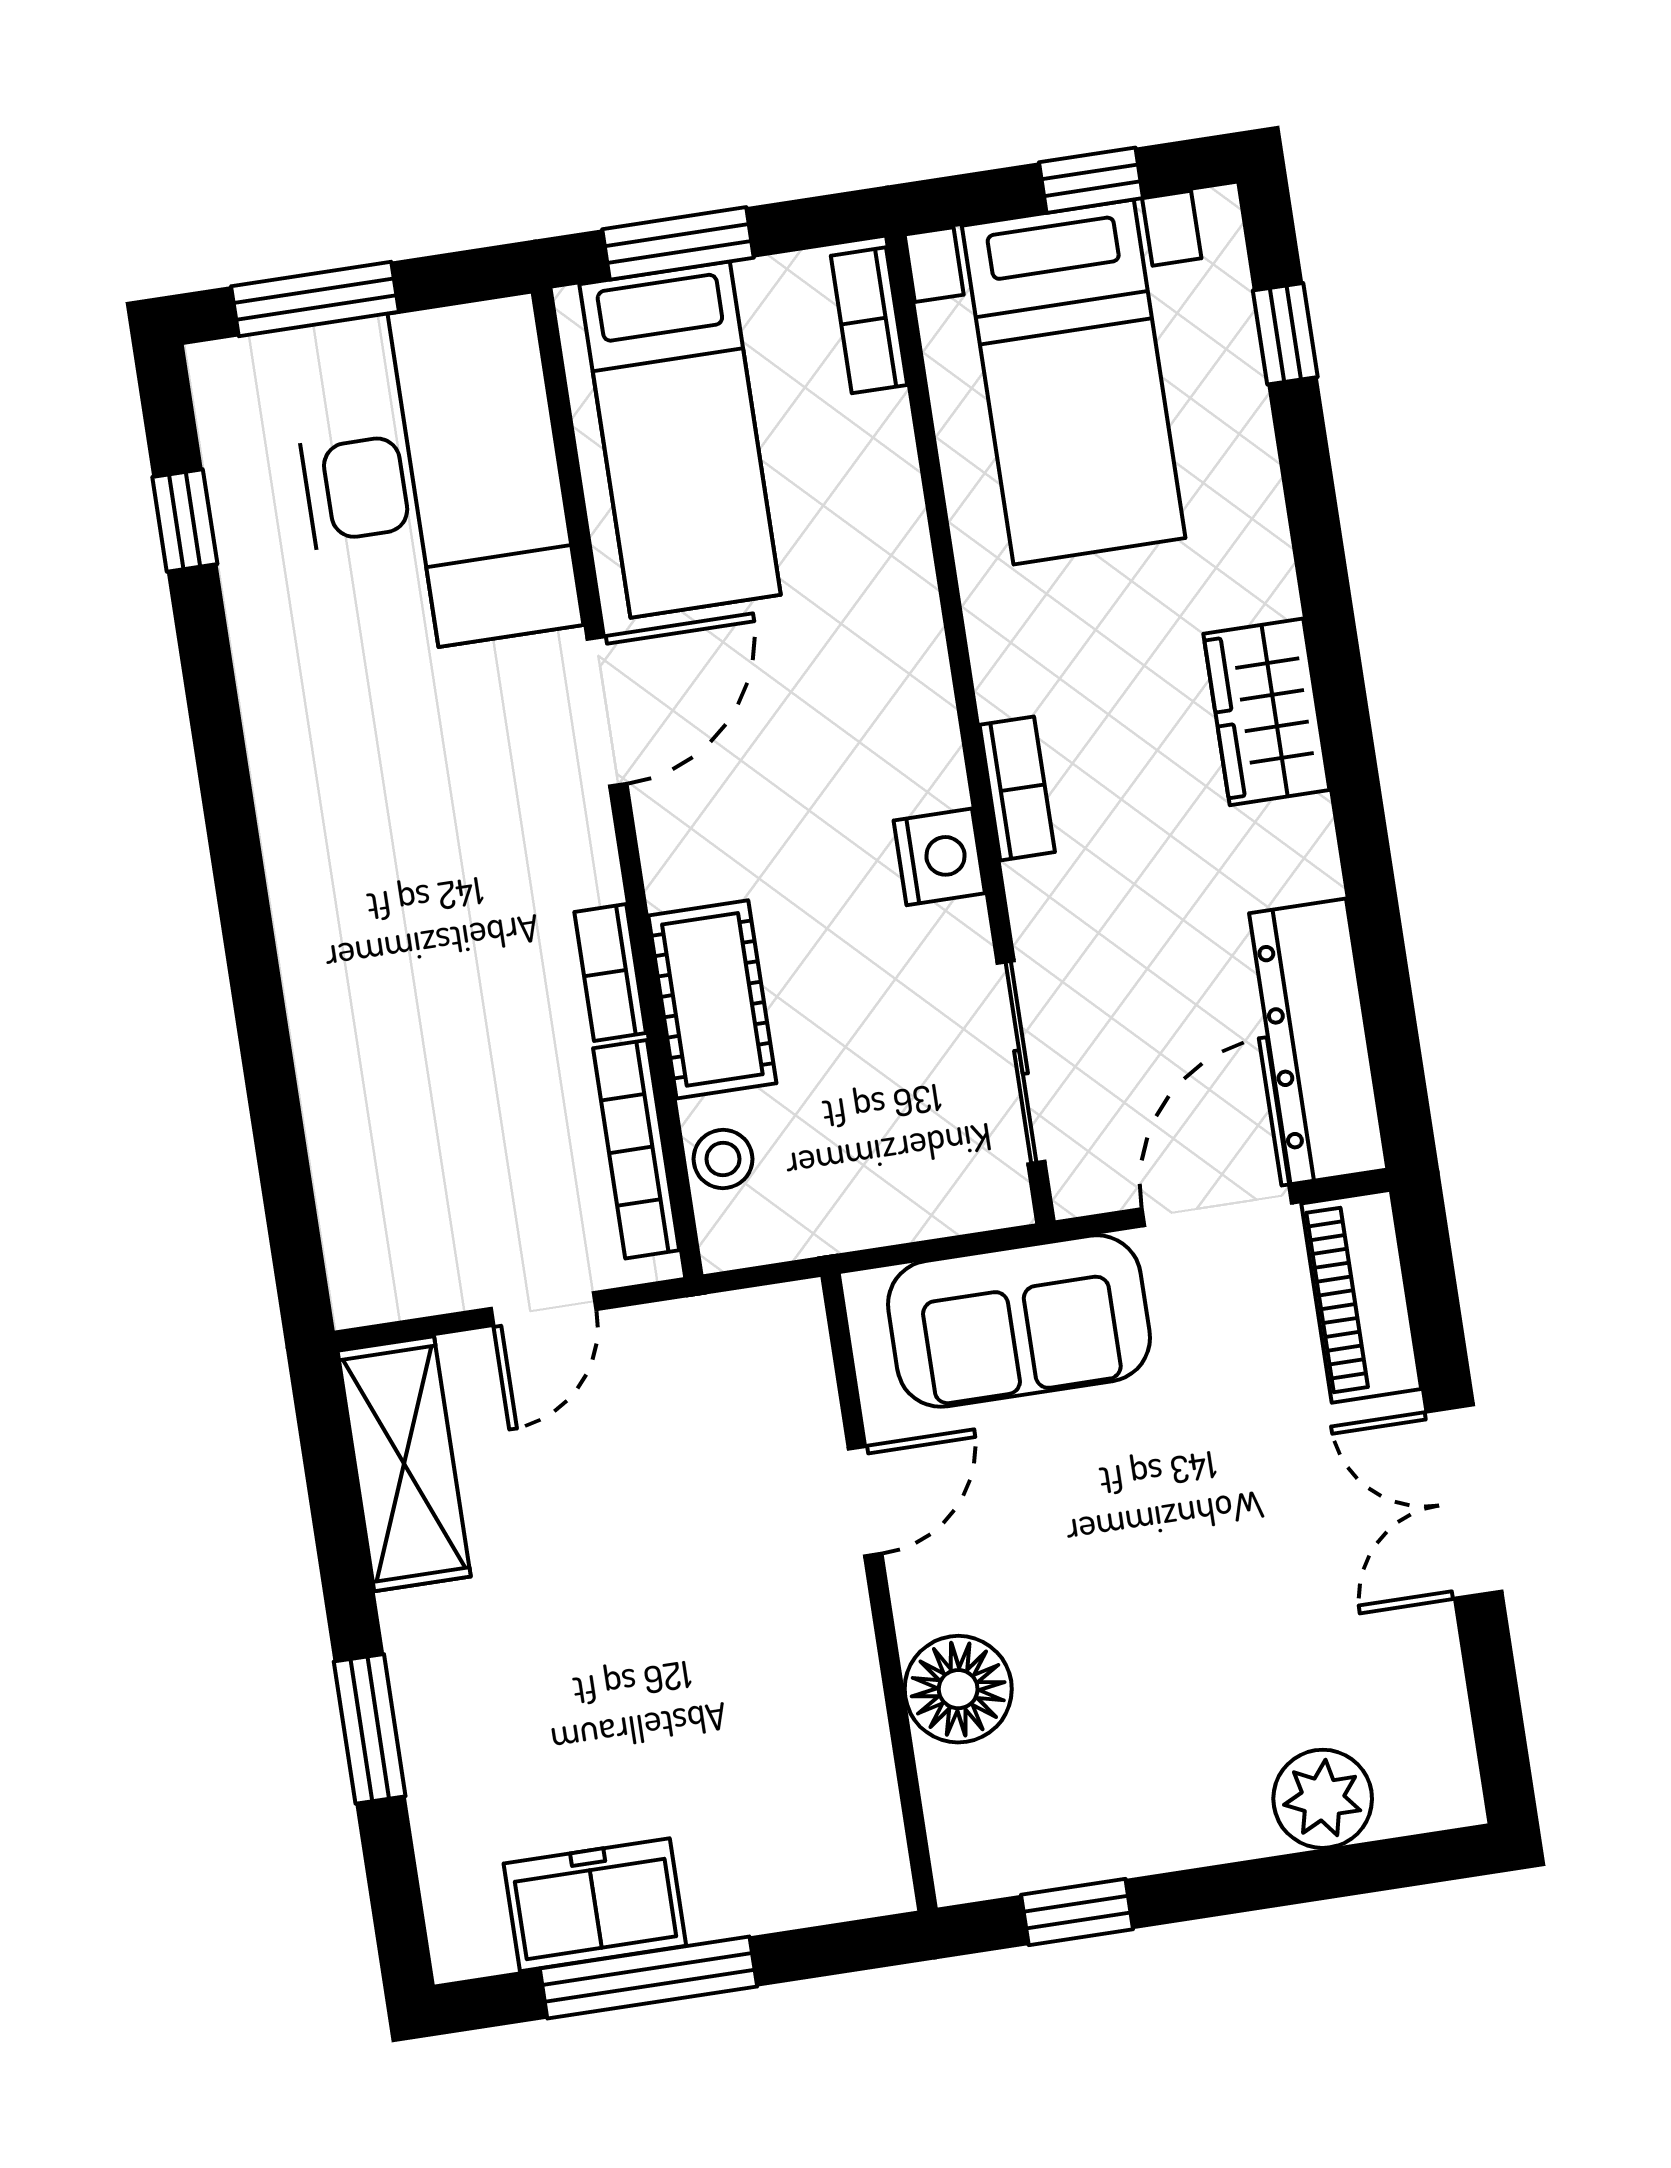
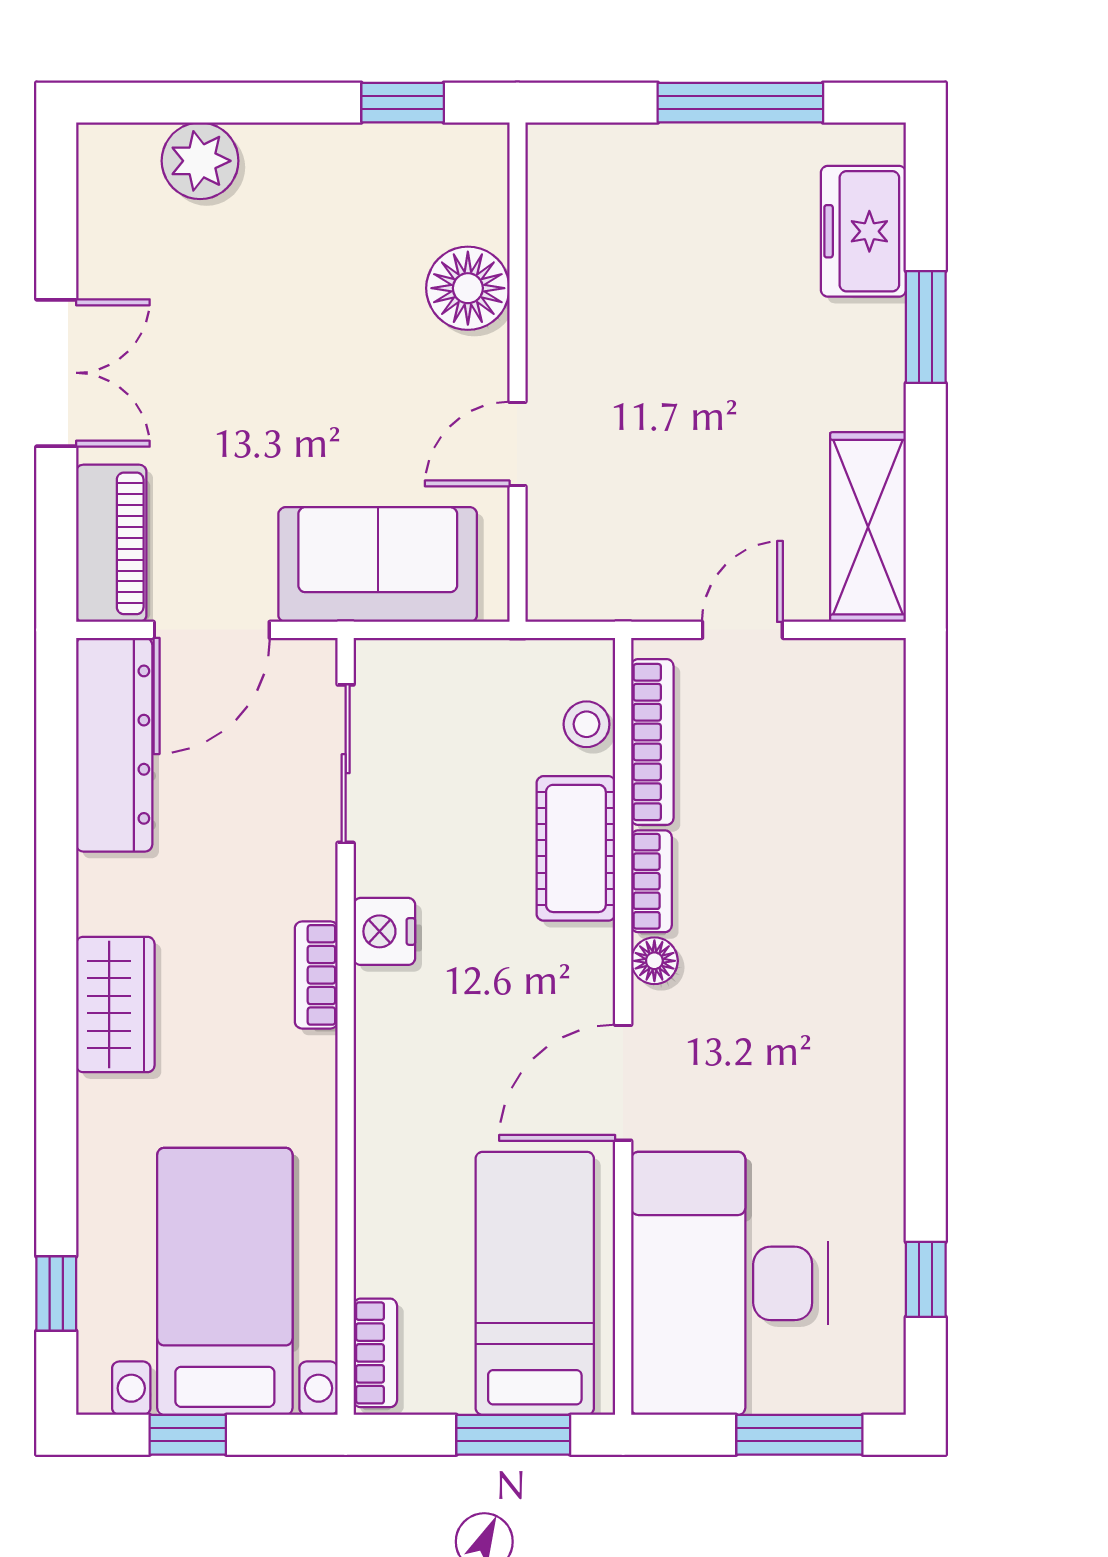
floor lamp: (591, 872) -> (654, 961), added
freezer: (595, 1905) -> (863, 231), moved, turned 90

